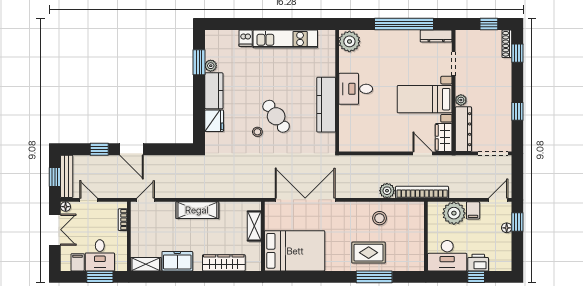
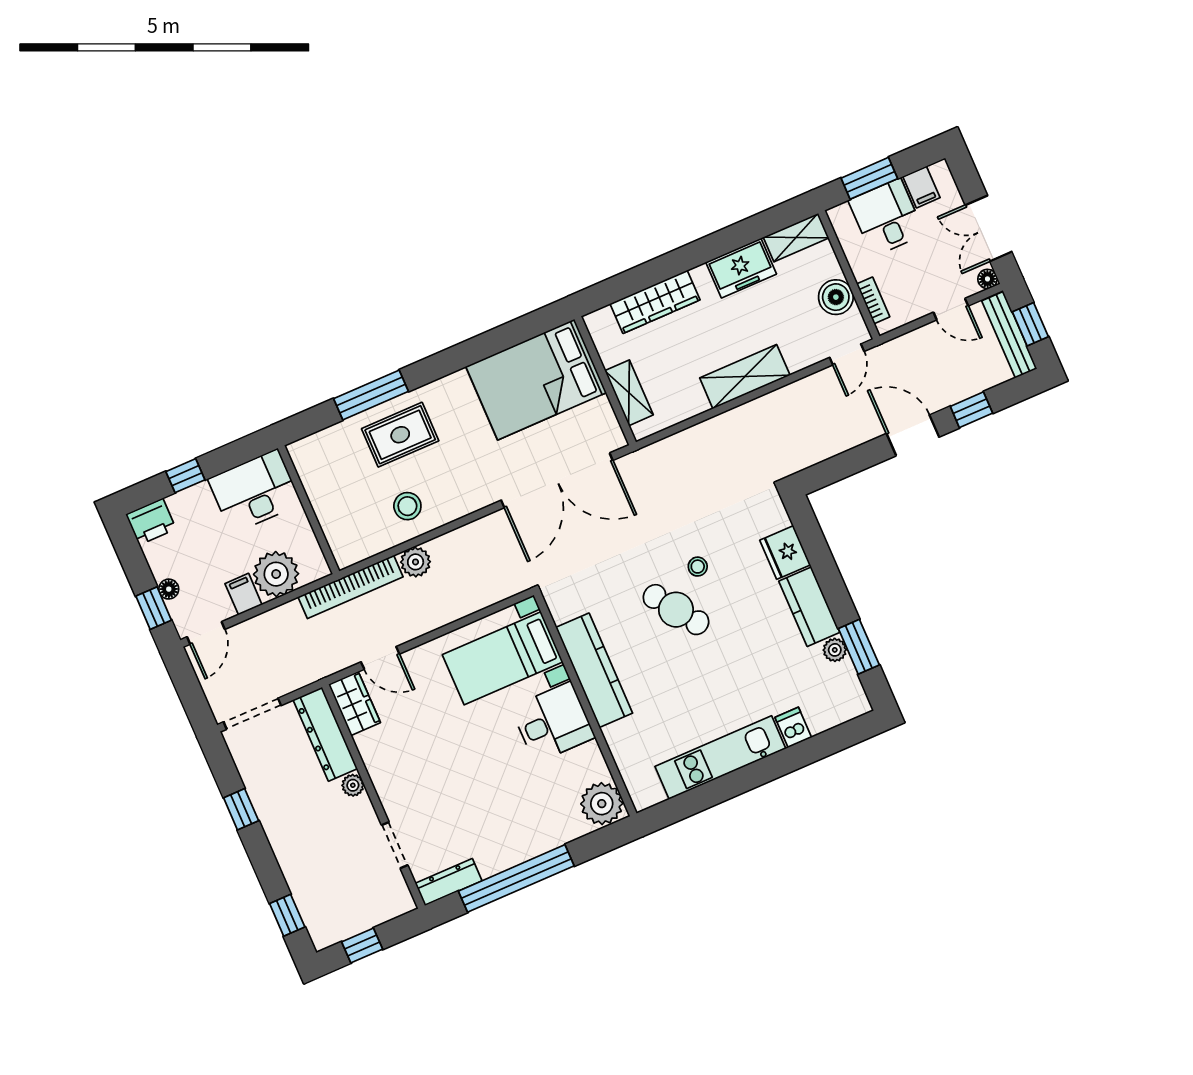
shoe rack: (507, 44) -> (314, 924), removed
bed with nightstands: (425, 99) -> (503, 658), moved, turned 180
boiler: (139, 229) -> (836, 297), added
printer: (478, 263) -> (151, 522), moved

